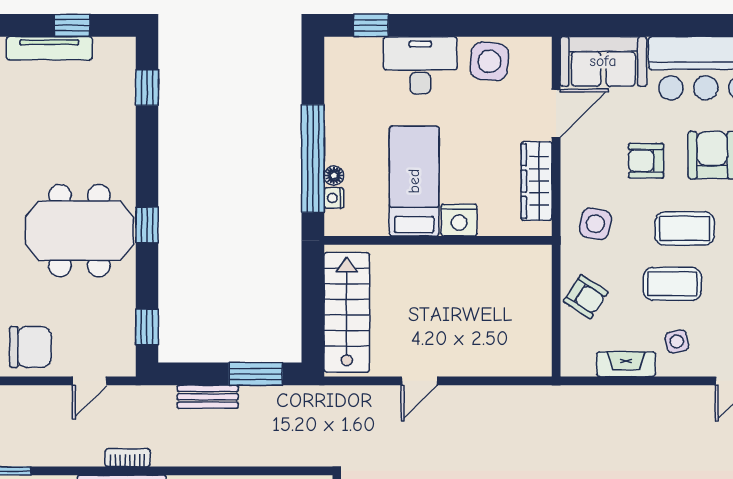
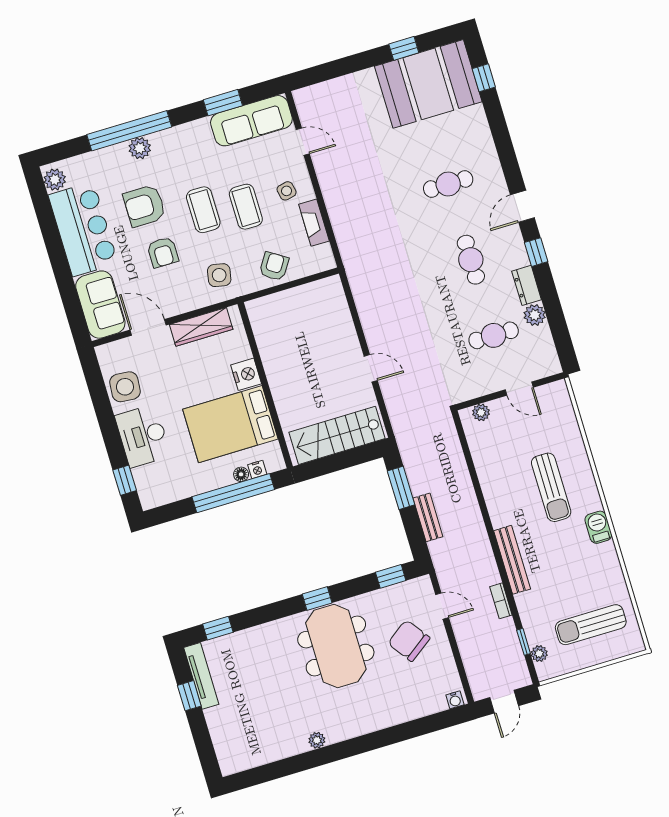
tv unit: (49, 48) -> (201, 676), moved
bed: (414, 181) -> (230, 424), width x1.50
chair: (30, 347) -> (409, 641), moved, turned -36
bookcase: (128, 458) -> (501, 601), moved

